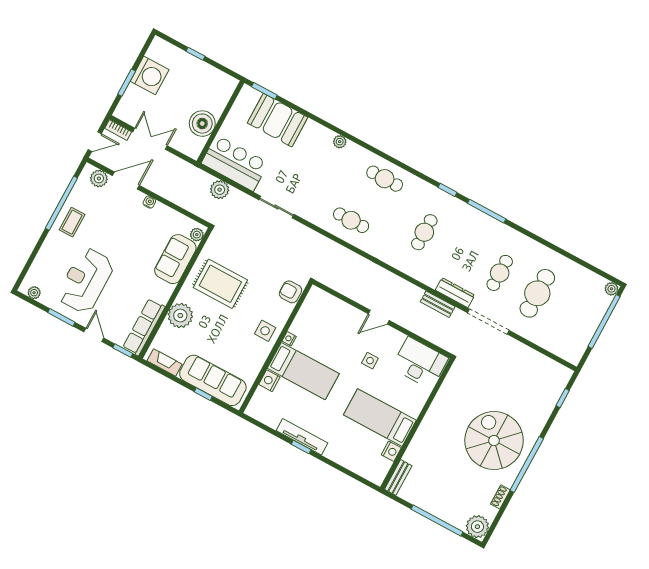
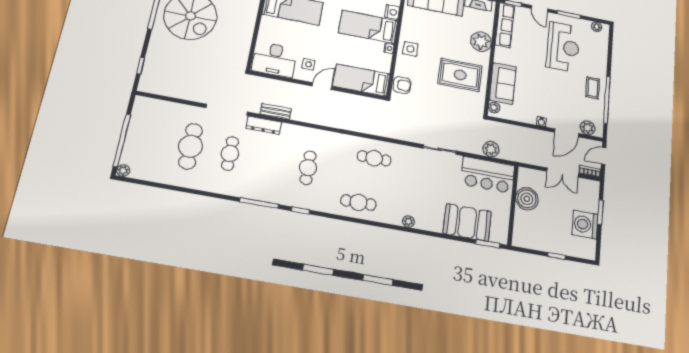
bed: (333, 311) -> (361, 80), added
side table: (370, 361) -> (309, 64), moved

